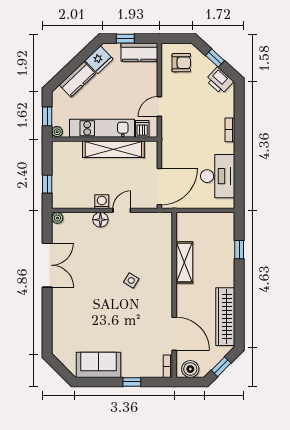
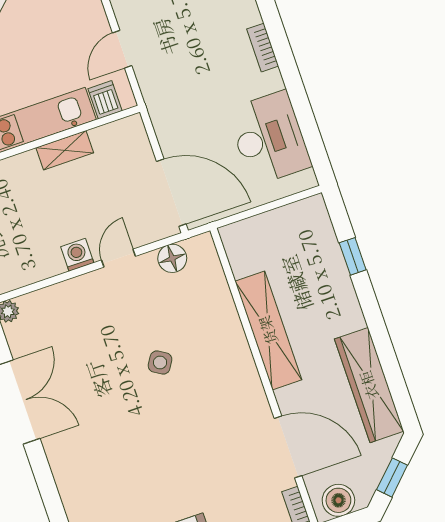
shelving: (113, 149) -> (65, 150), width x0.45, depth x0.75
door: (159, 187) -> (171, 193), hinge flipped
floor lamp: (100, 220) -> (172, 258), moved
shelving: (184, 262) -> (268, 330), width x1.47
side table: (131, 281) -> (160, 363), moved

